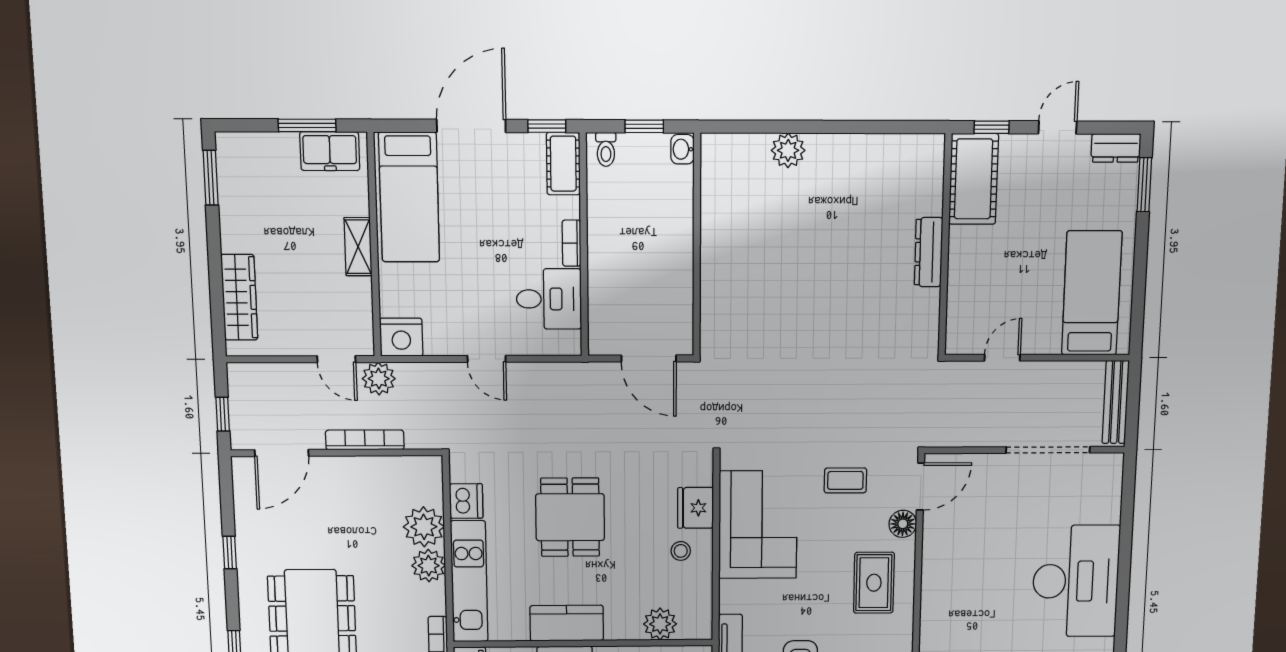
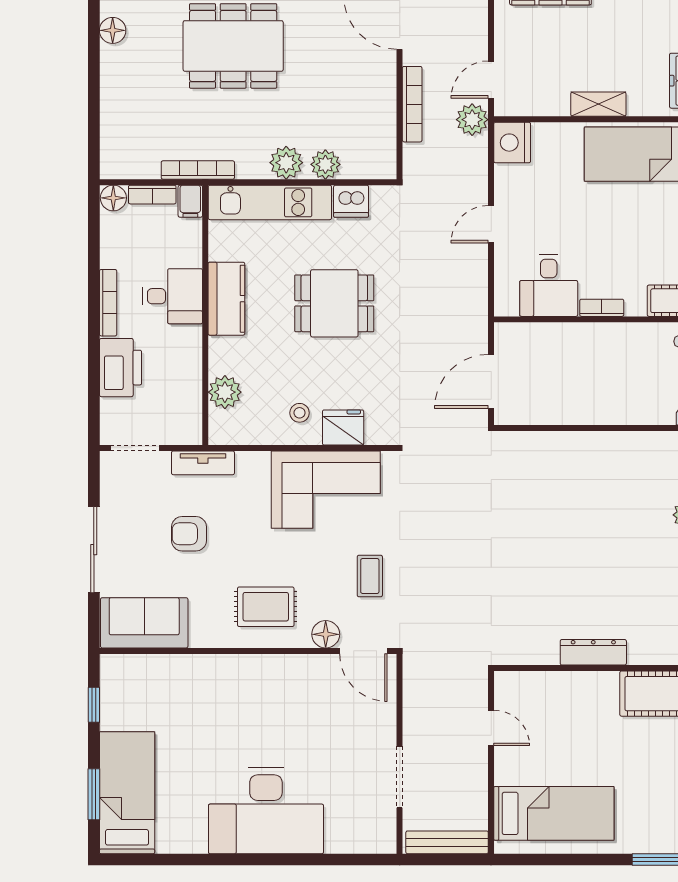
doorway: (1048, 450) -> (400, 777), width x0.73
plant: (424, 527) -> (325, 164), width x0.73, depth x0.73

